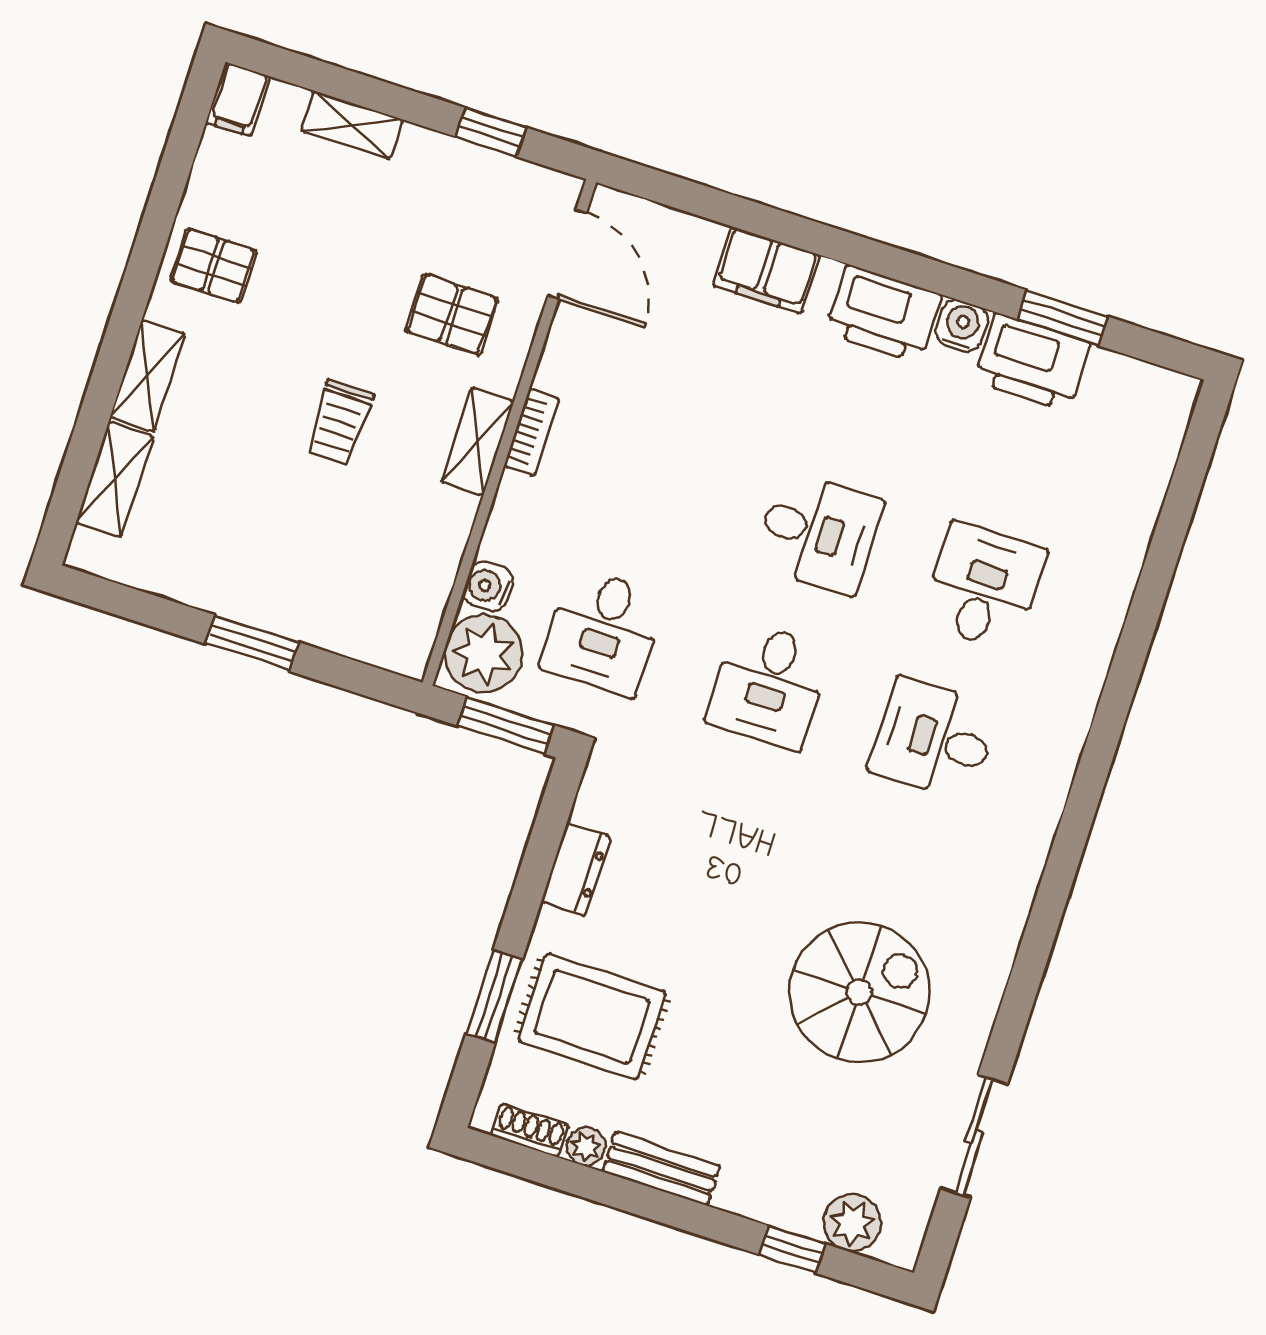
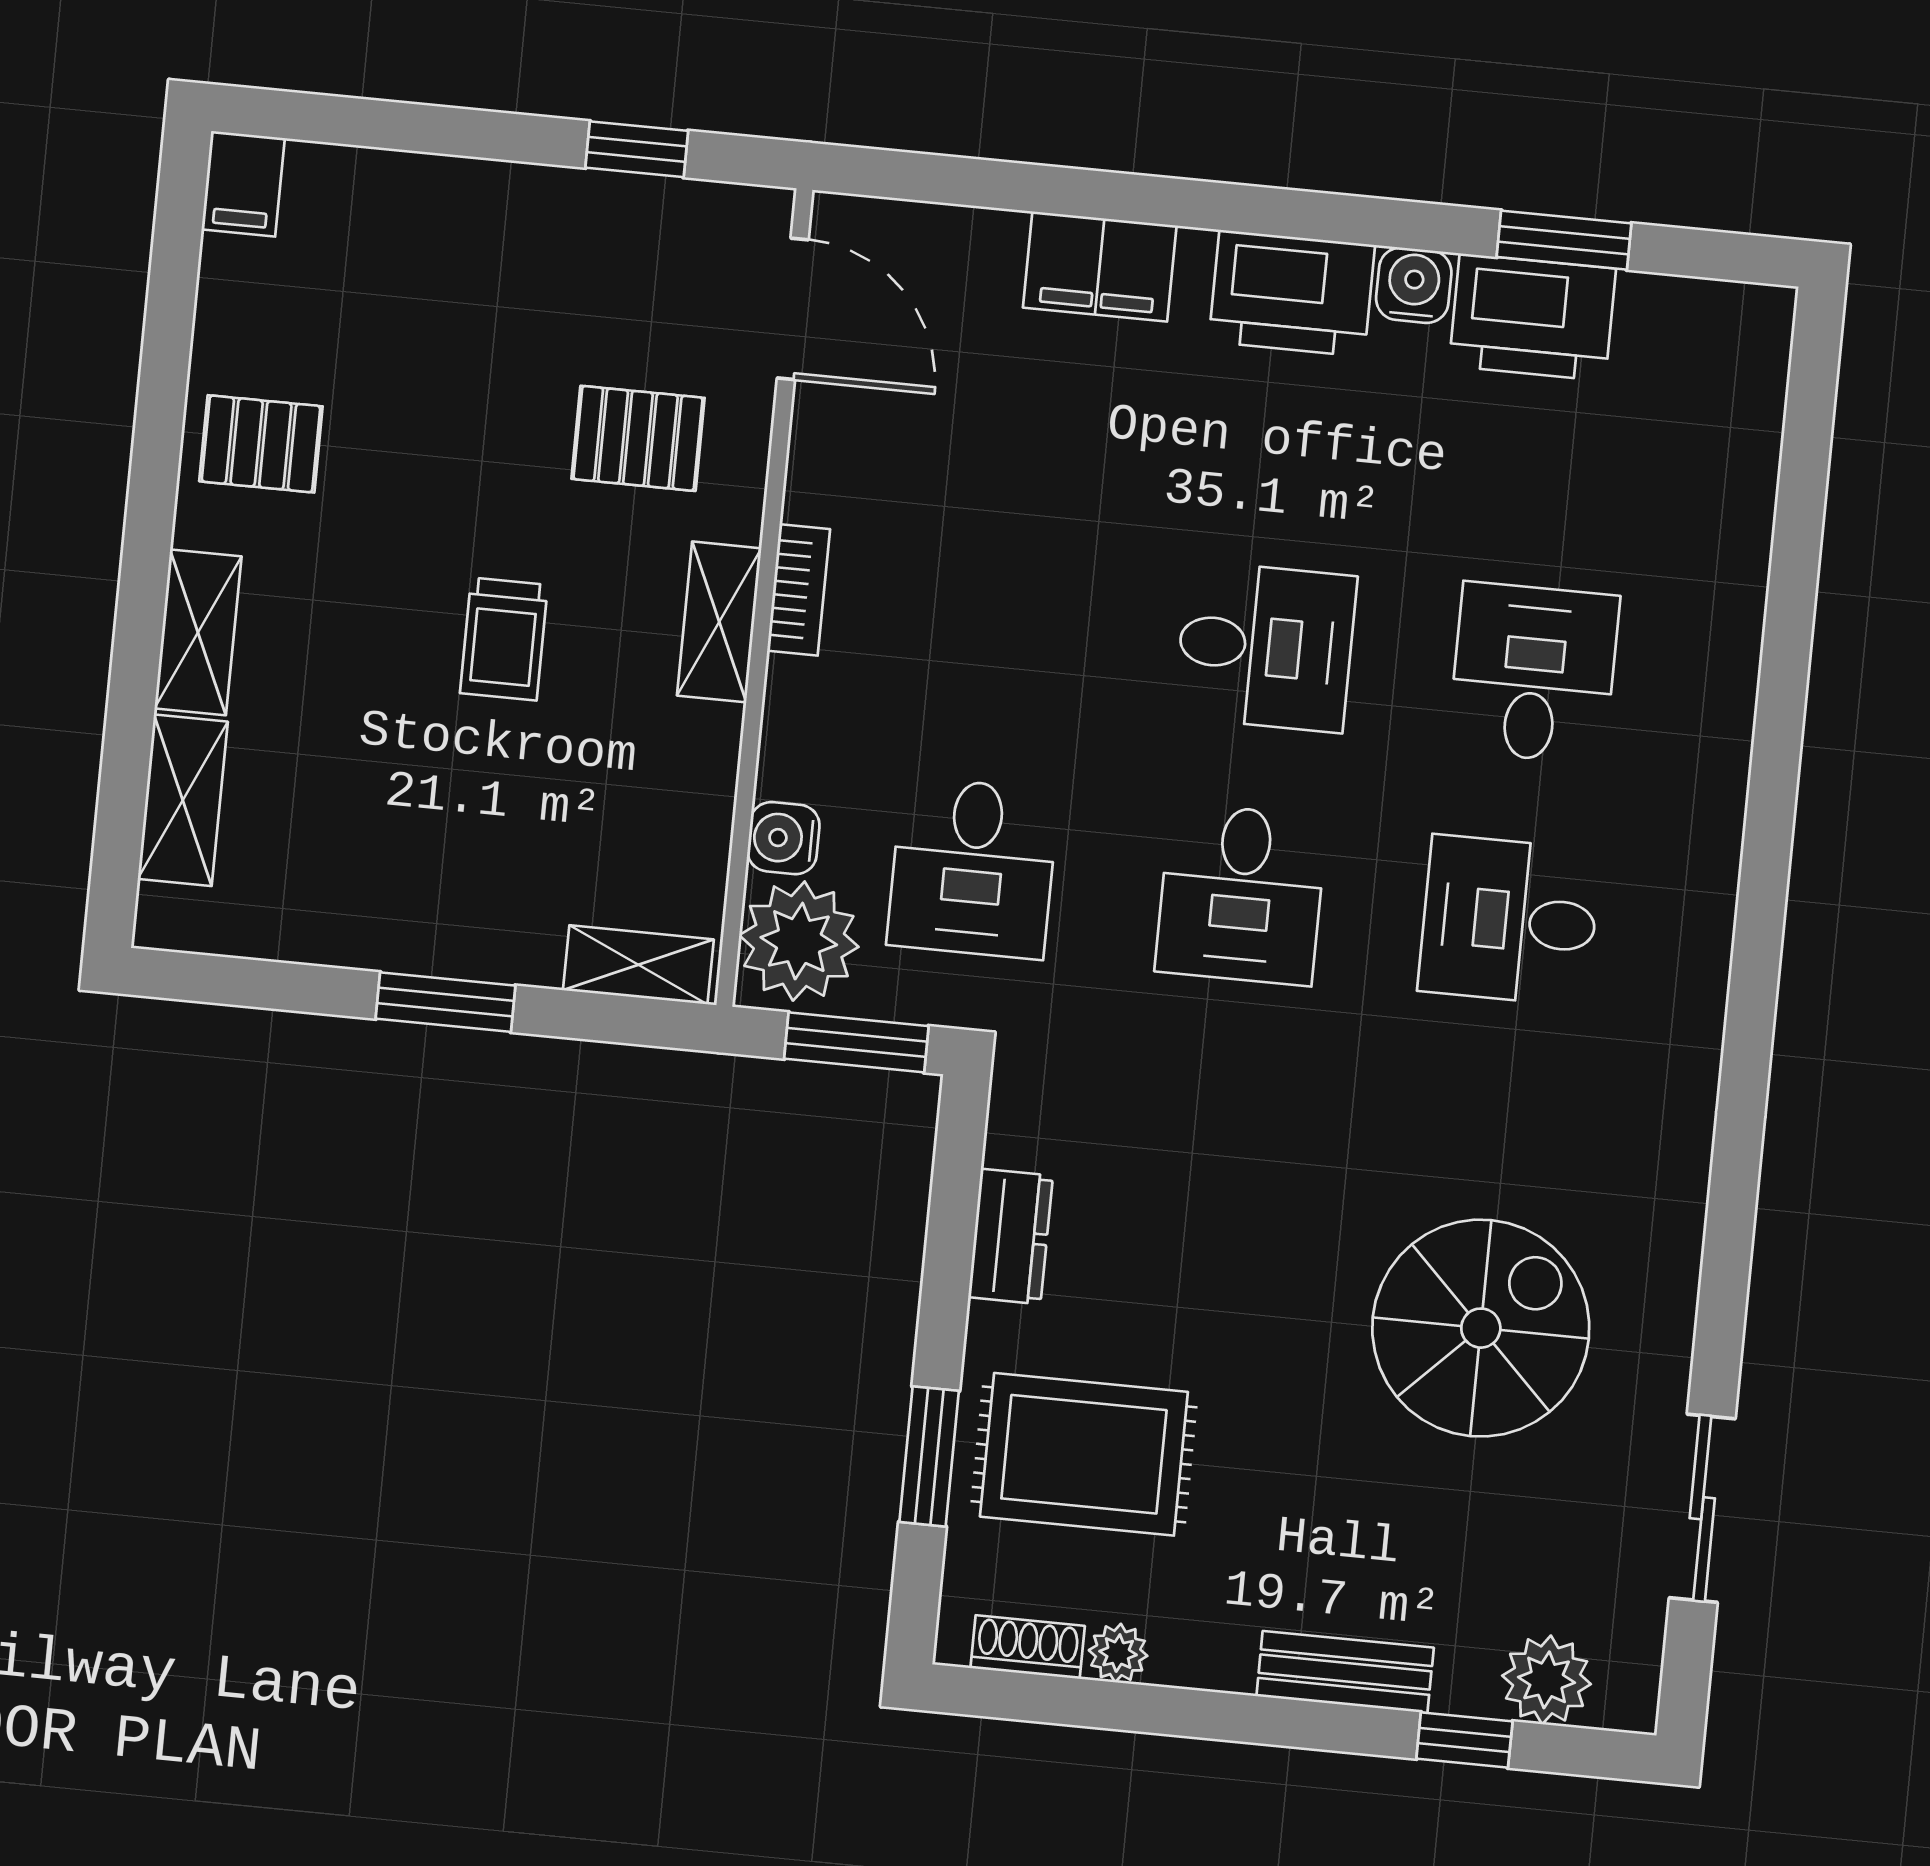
shelving: (352, 125) -> (638, 965), moved
bench: (661, 1169) -> (1345, 1672), moved

